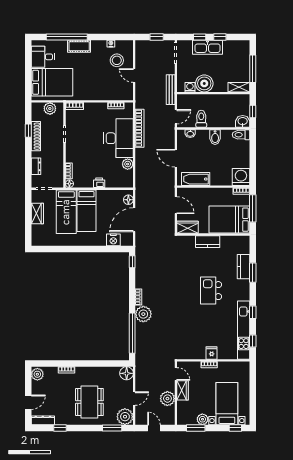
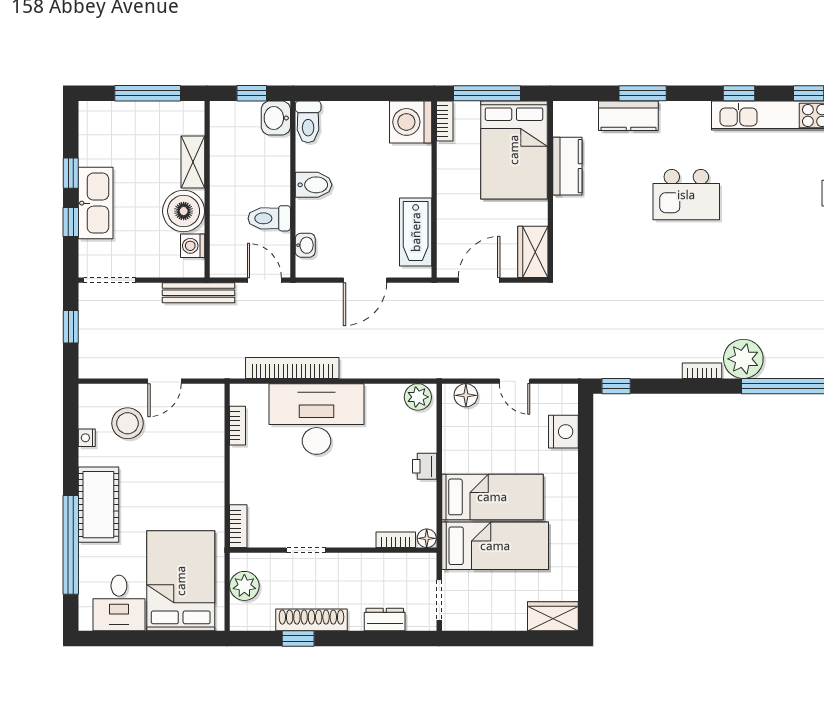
cot: (79, 46) -> (98, 505), width x1.37, depth x1.34
shelving: (239, 87) -> (193, 162), moved
plant: (128, 164) -> (418, 397), moved
wardrobe: (37, 214) -> (553, 616), moved
door: (134, 220) -> (515, 381), width x0.53
kitchen counter: (208, 242) -> (567, 166), moved

